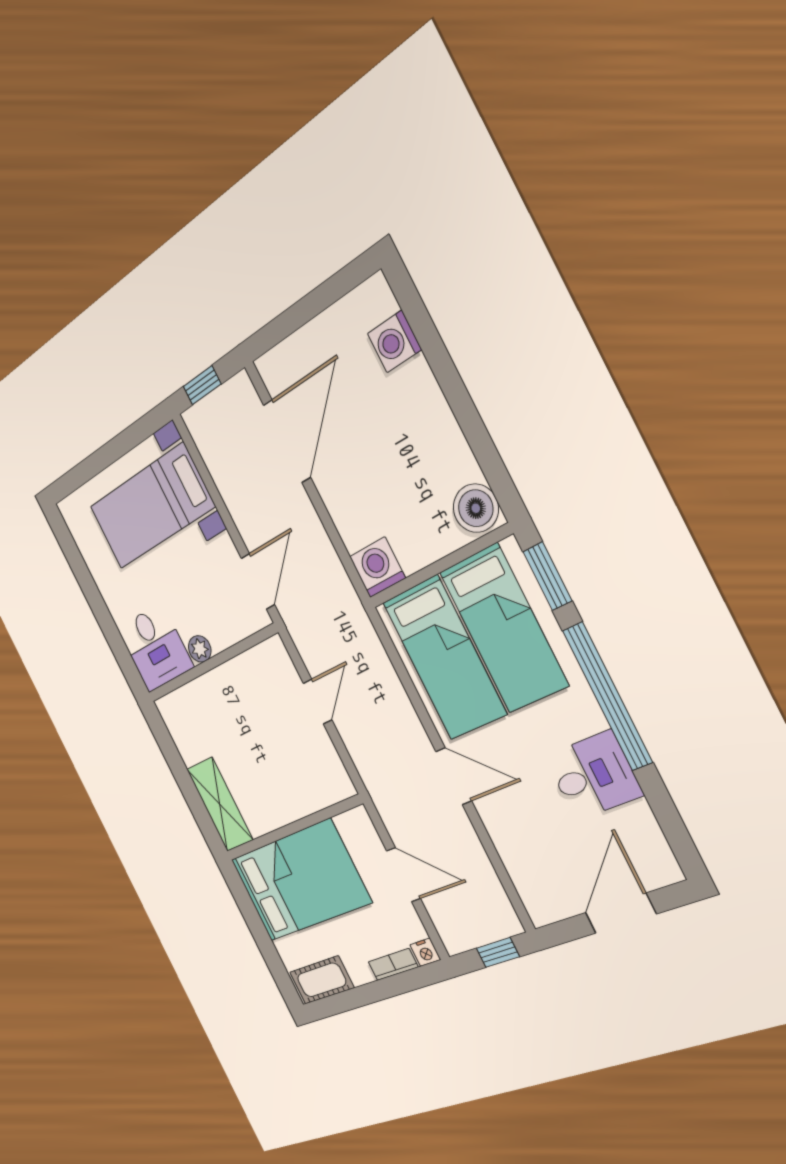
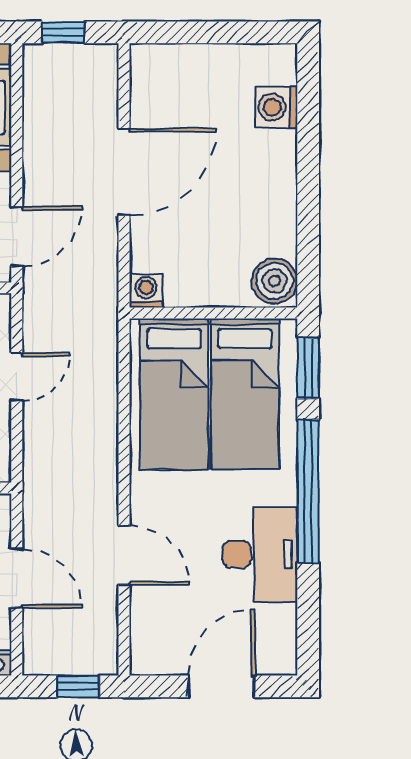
door: (287, 441) -> (124, 172), moved
washing machine: (377, 567) -> (146, 291), width x0.73, depth x0.73
door: (454, 776) -> (124, 555), moved
desk: (593, 776) -> (260, 554), width x1.37

